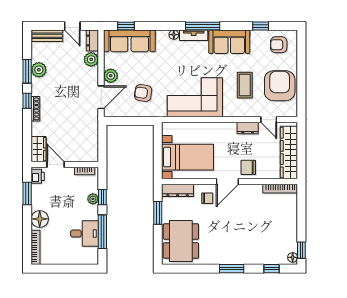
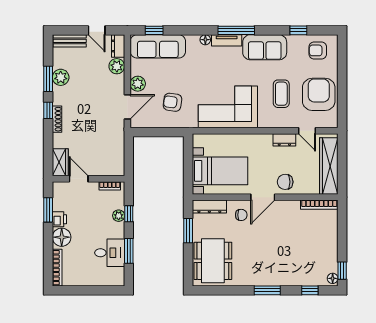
printer: (38, 176) -> (59, 219), moved
window: (102, 232) -> (129, 251), width x0.69

